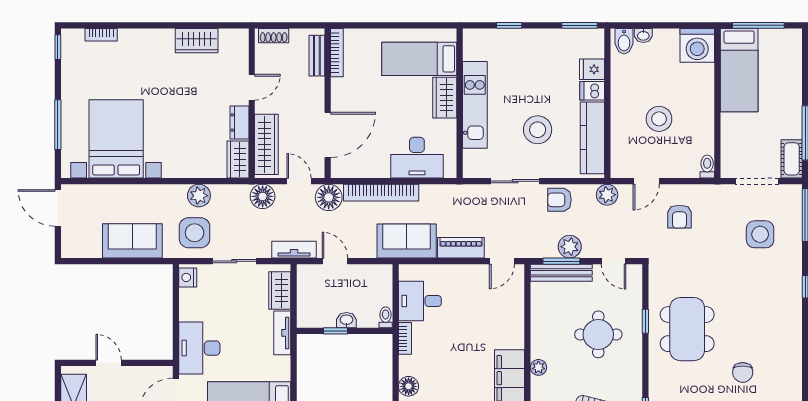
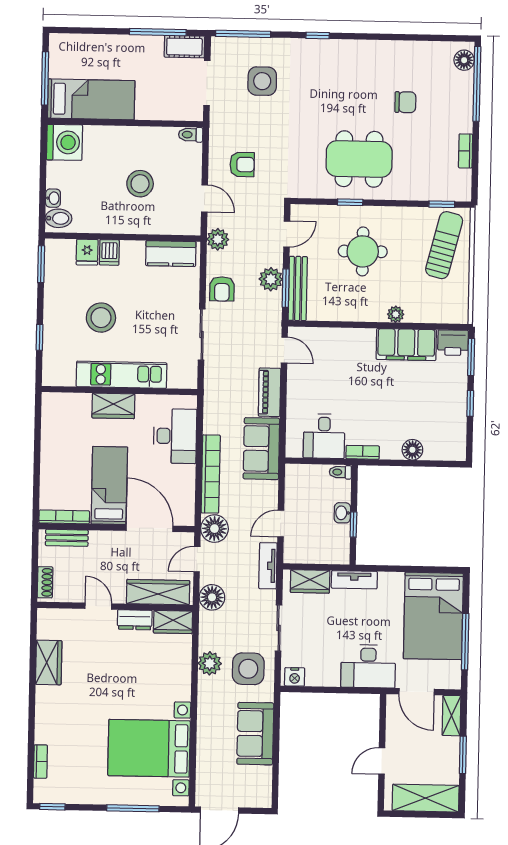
bed: (419, 59) -> (109, 486), moved, turned 180
stool: (538, 130) -> (101, 318), moved
kitchen counter: (592, 138) -> (171, 254), width x0.67

